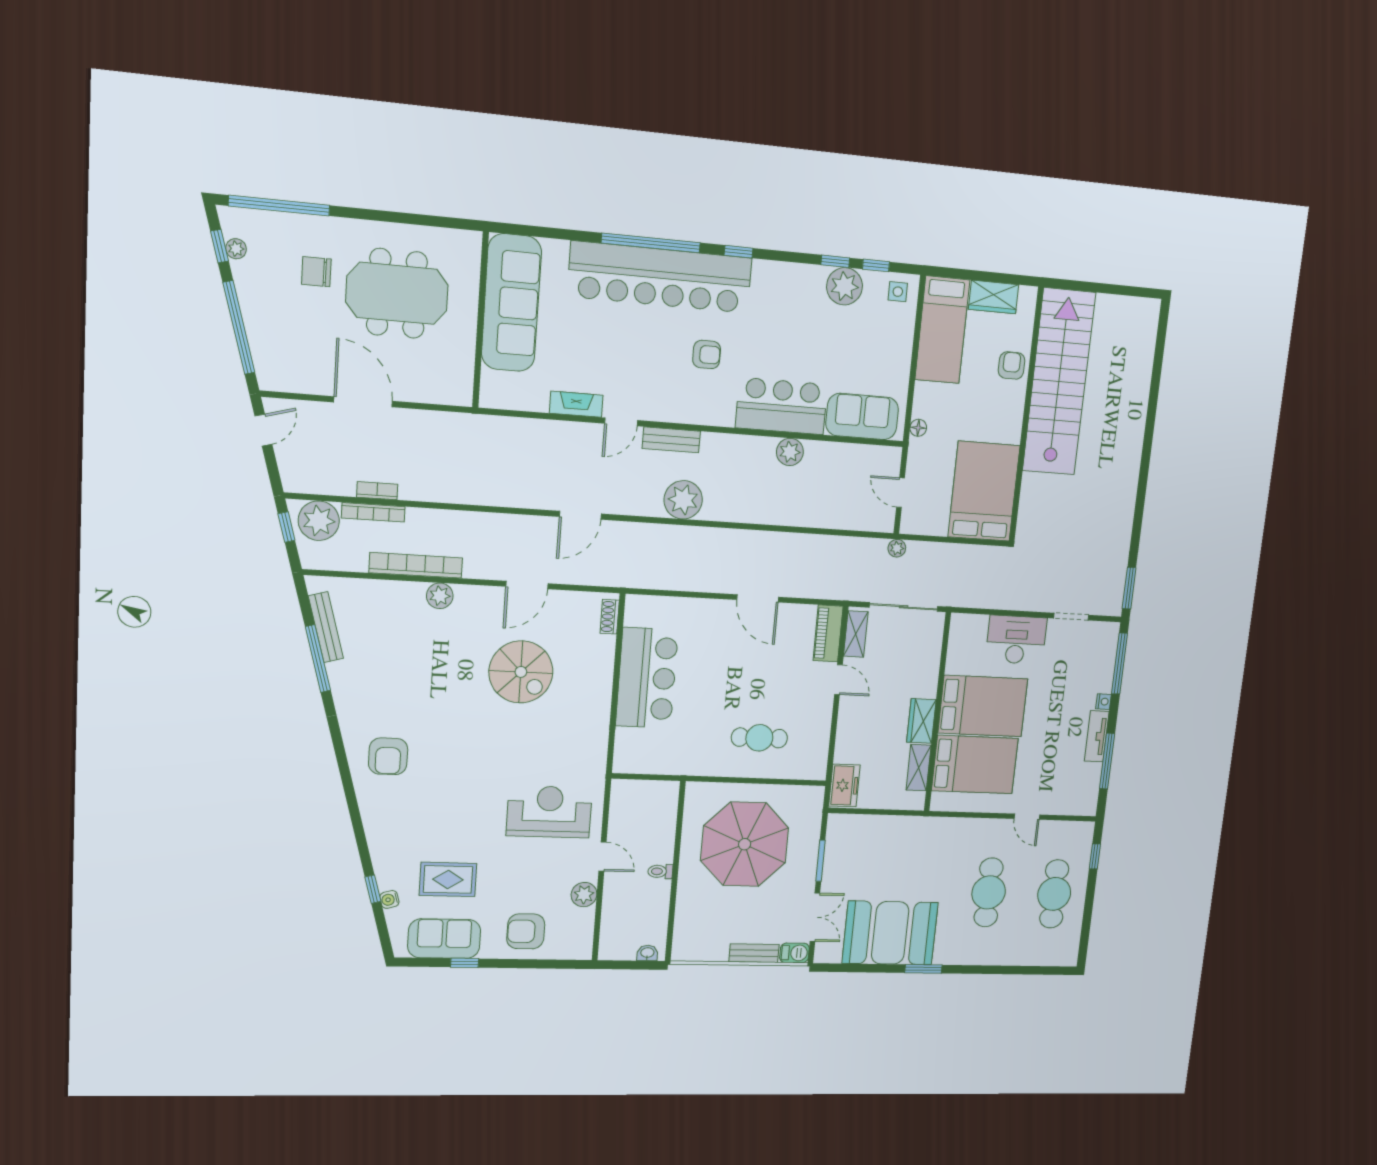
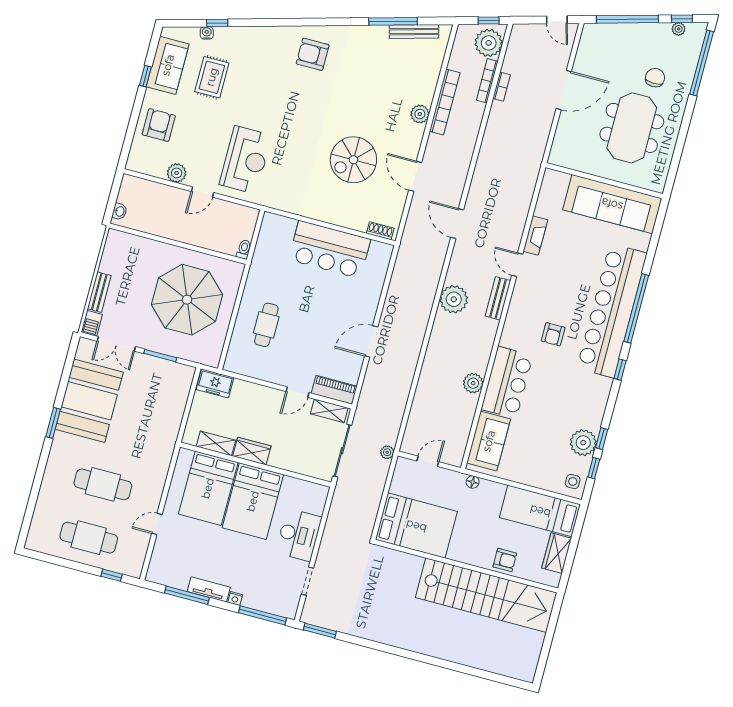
toilet: (660, 871) -> (244, 249), moved

